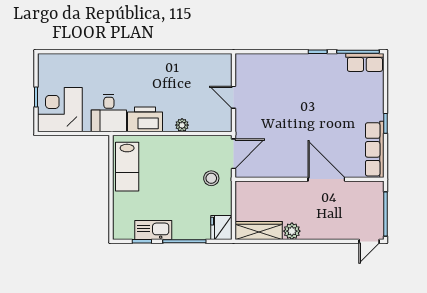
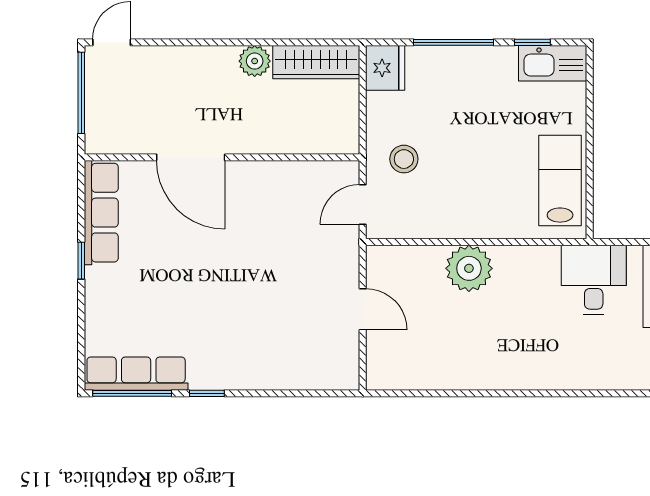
row of seats: (365, 62) -> (136, 374), width x1.48
printer: (145, 119) -> (527, 268), removed
plant: (182, 125) -> (469, 268), width x1.87, depth x1.87
door: (234, 154) -> (363, 204), width x0.73
kitchen sink: (153, 230) -> (553, 63), moved

